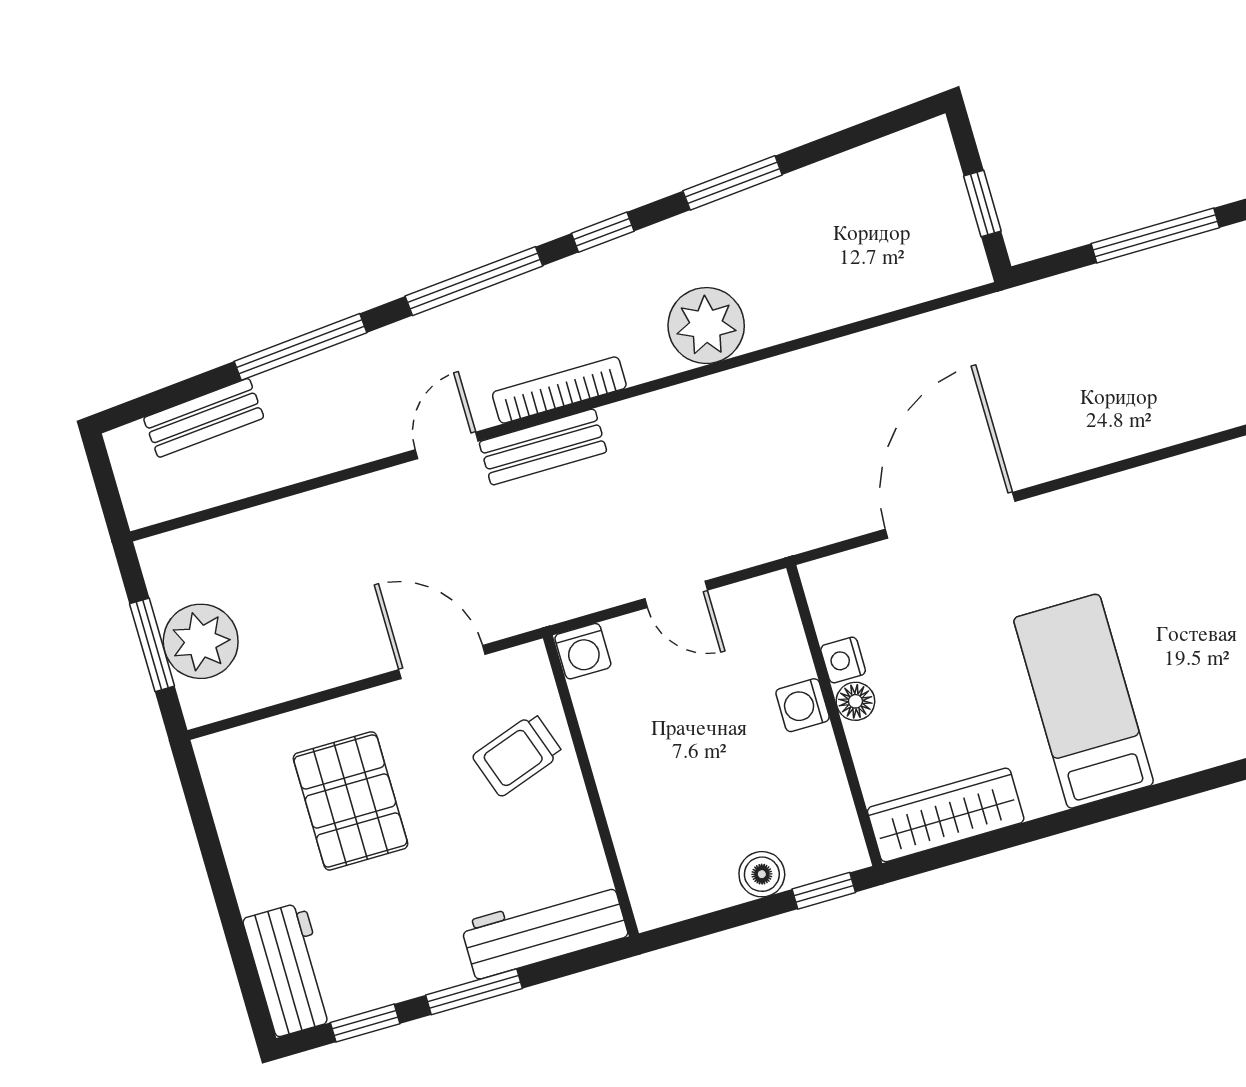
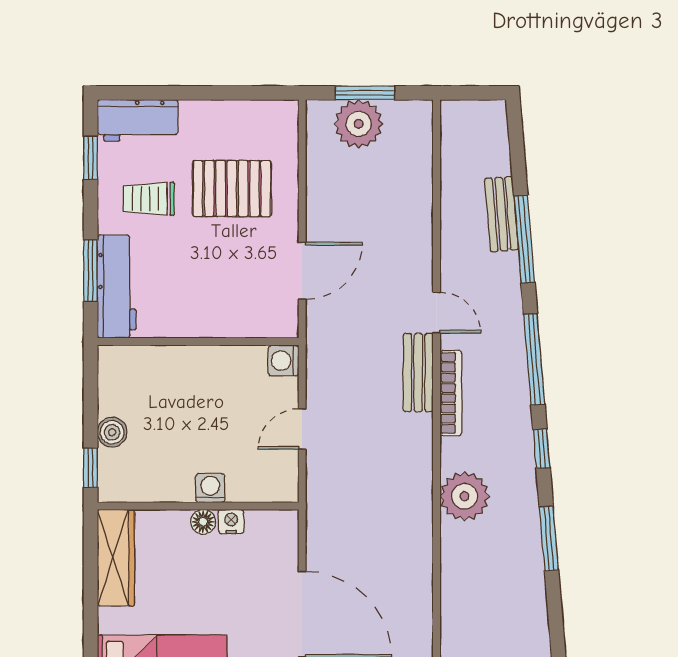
bench: (204, 418) -> (501, 214), moved
trolley: (518, 755) -> (149, 199), moved, turned -71
window: (474, 992) -> (91, 271), moved

